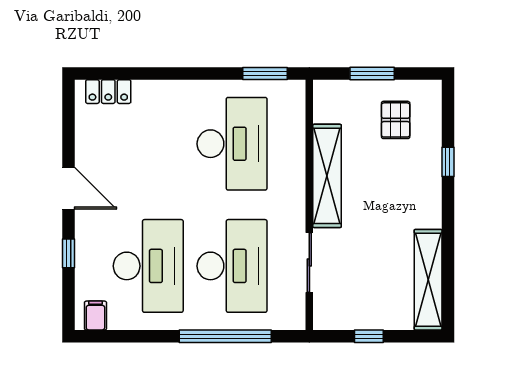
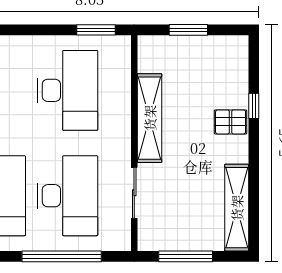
pallet: (396, 120) -> (231, 122), moved, turned 90
window: (369, 336) -> (186, 256), width x2.17

